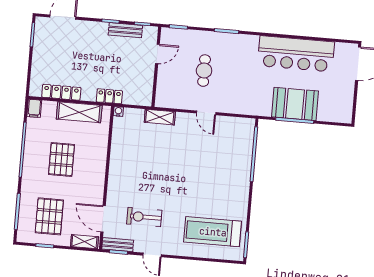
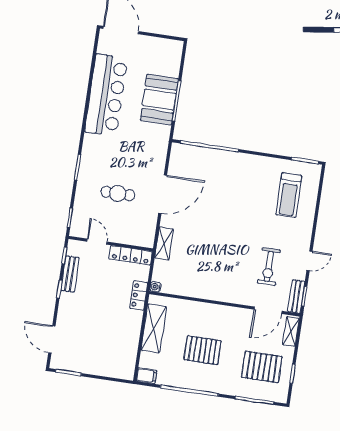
locker: (61, 92) -> (131, 255), moved, turned -90
door: (206, 113) -> (163, 194), width x1.87
treadmill: (213, 232) -> (289, 195), width x0.73, depth x0.73

